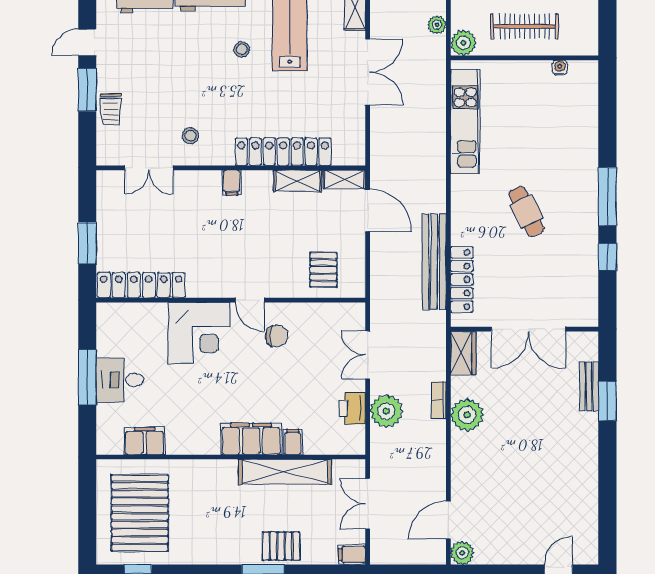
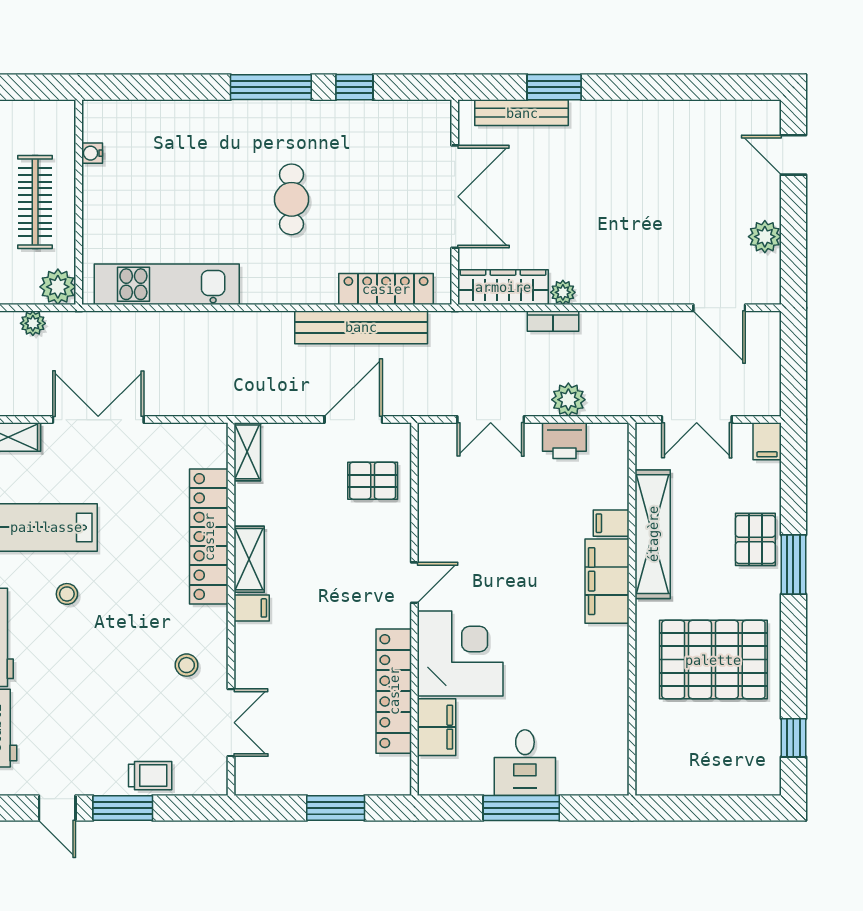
shelving: (298, 181) -> (249, 559), moved
door: (368, 211) -> (353, 420), moved
cafe table: (526, 211) -> (292, 199), turned -64
locker: (141, 285) -> (394, 691), moved
chair: (277, 336) -> (464, 545), removed
wardrobe: (463, 353) -> (503, 287), width x1.50
bench: (589, 386) -> (522, 113), width x1.36
plant: (386, 411) -> (568, 400), width x0.73, depth x0.73
plant: (467, 415) -> (563, 292), width x0.53, depth x0.53
filing cabinet: (145, 441) -> (437, 727), moved, turned 180
pallet: (140, 513) -> (713, 660), moved
plant: (462, 553) -> (765, 237), moved

